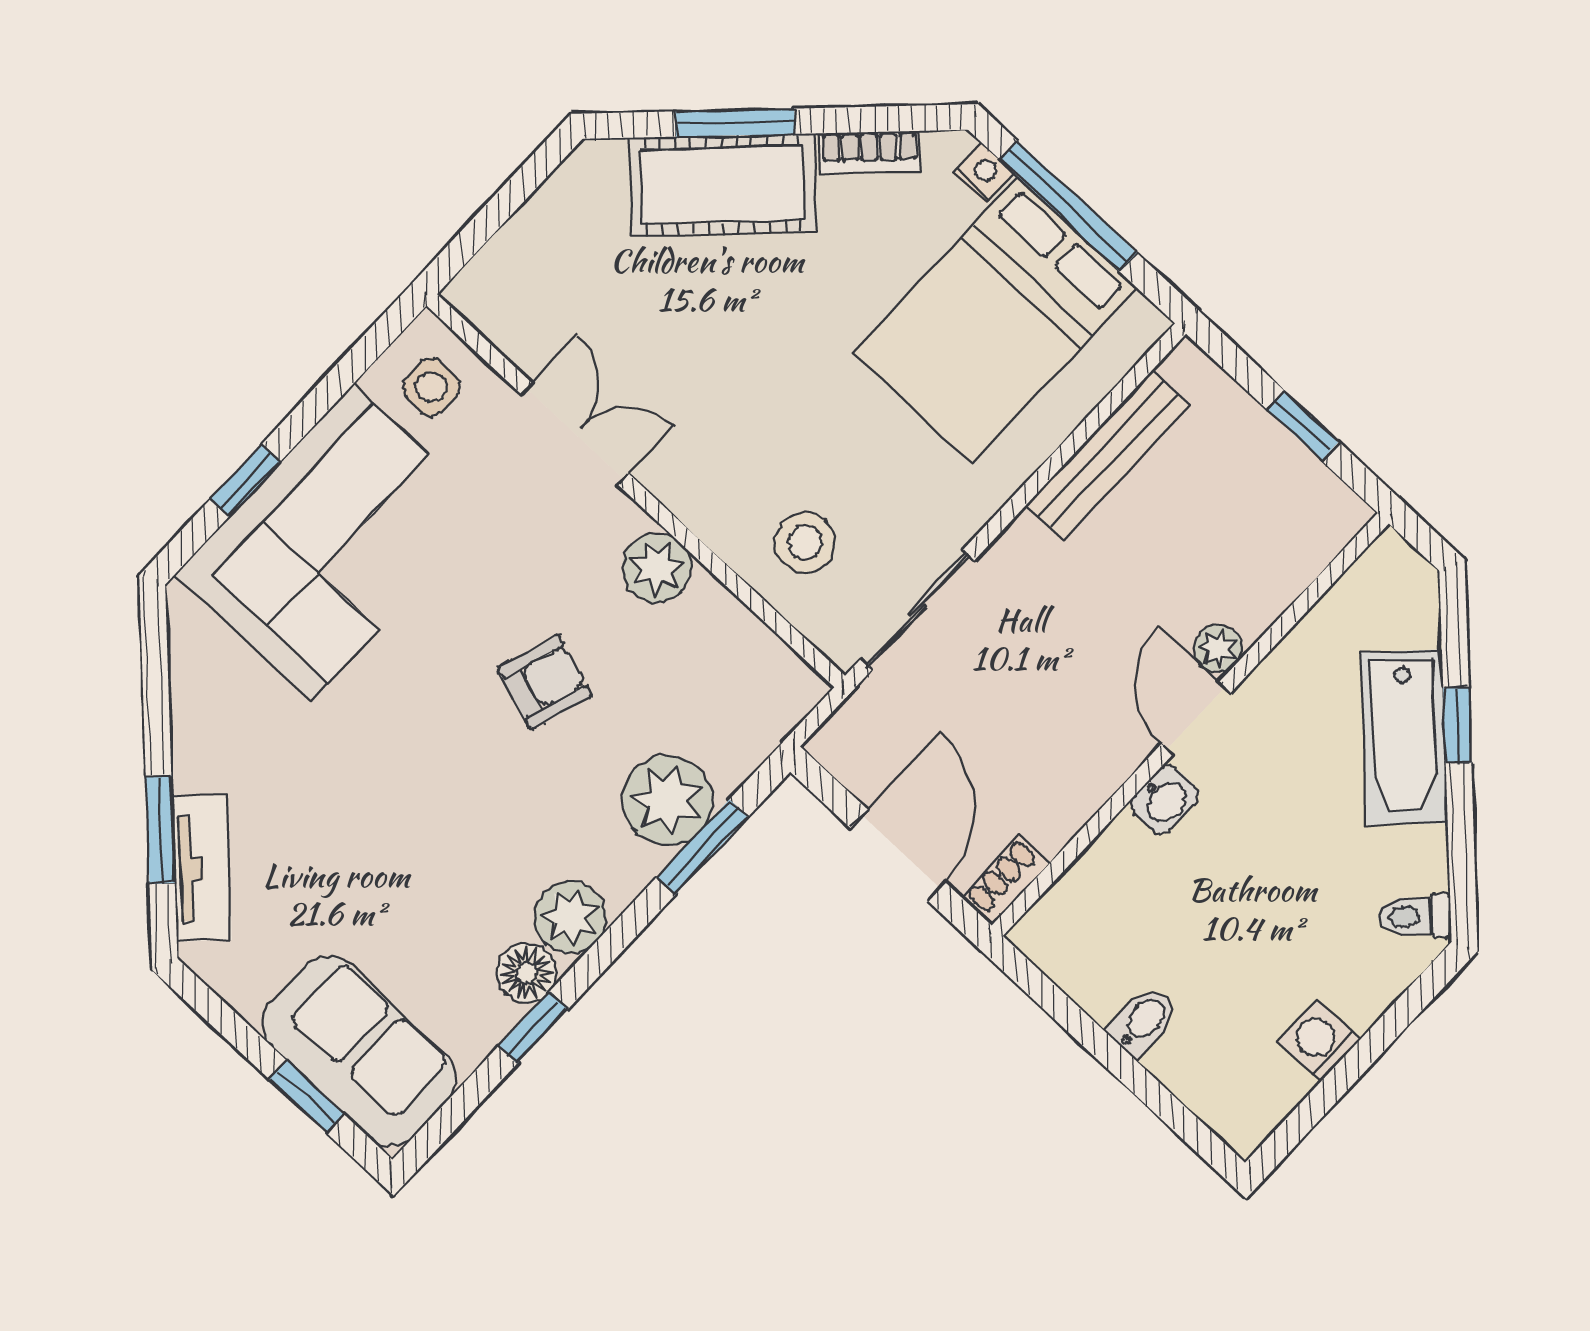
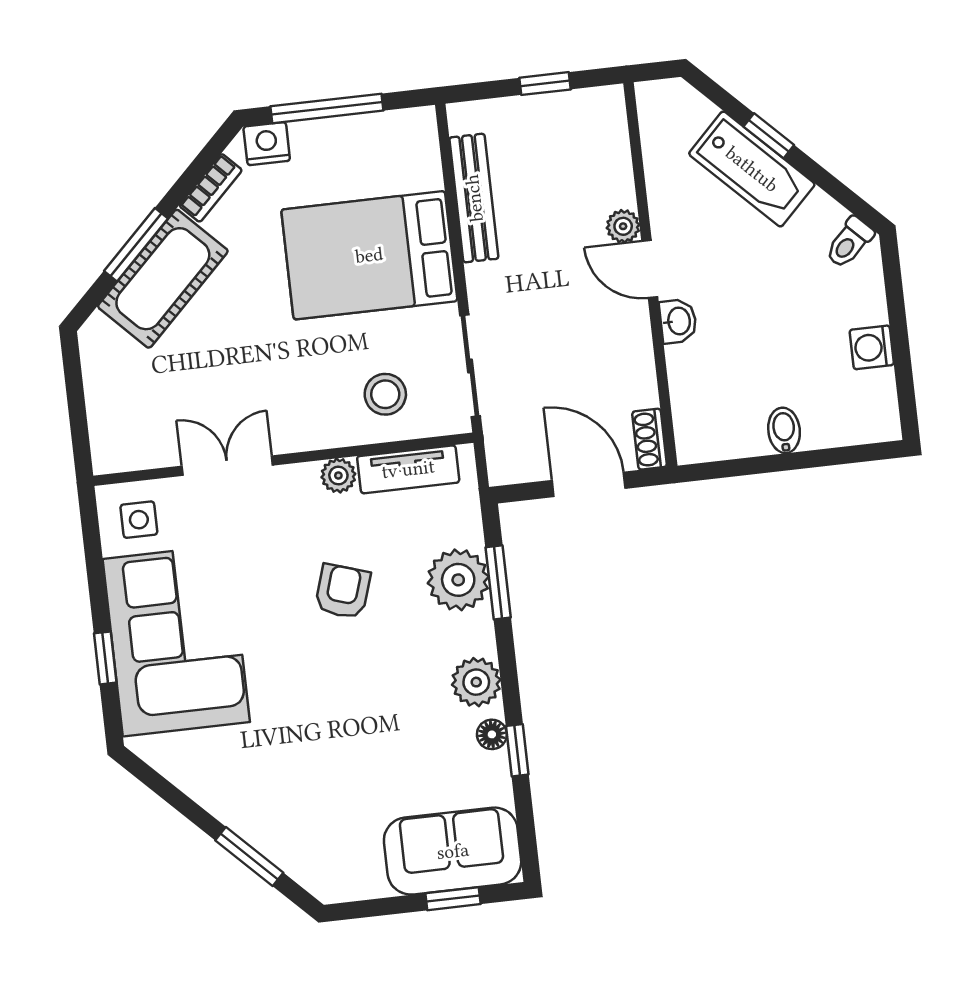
nightstand: (983, 173) -> (267, 144), width x1.39, depth x1.35
bed: (995, 320) -> (369, 255), moved, turned 90
plant: (657, 568) -> (338, 476), width x0.73, depth x0.73
tv unit: (202, 868) -> (408, 469), moved, turned 135
floor lamp: (526, 973) -> (492, 734), width x0.73, depth x0.73

